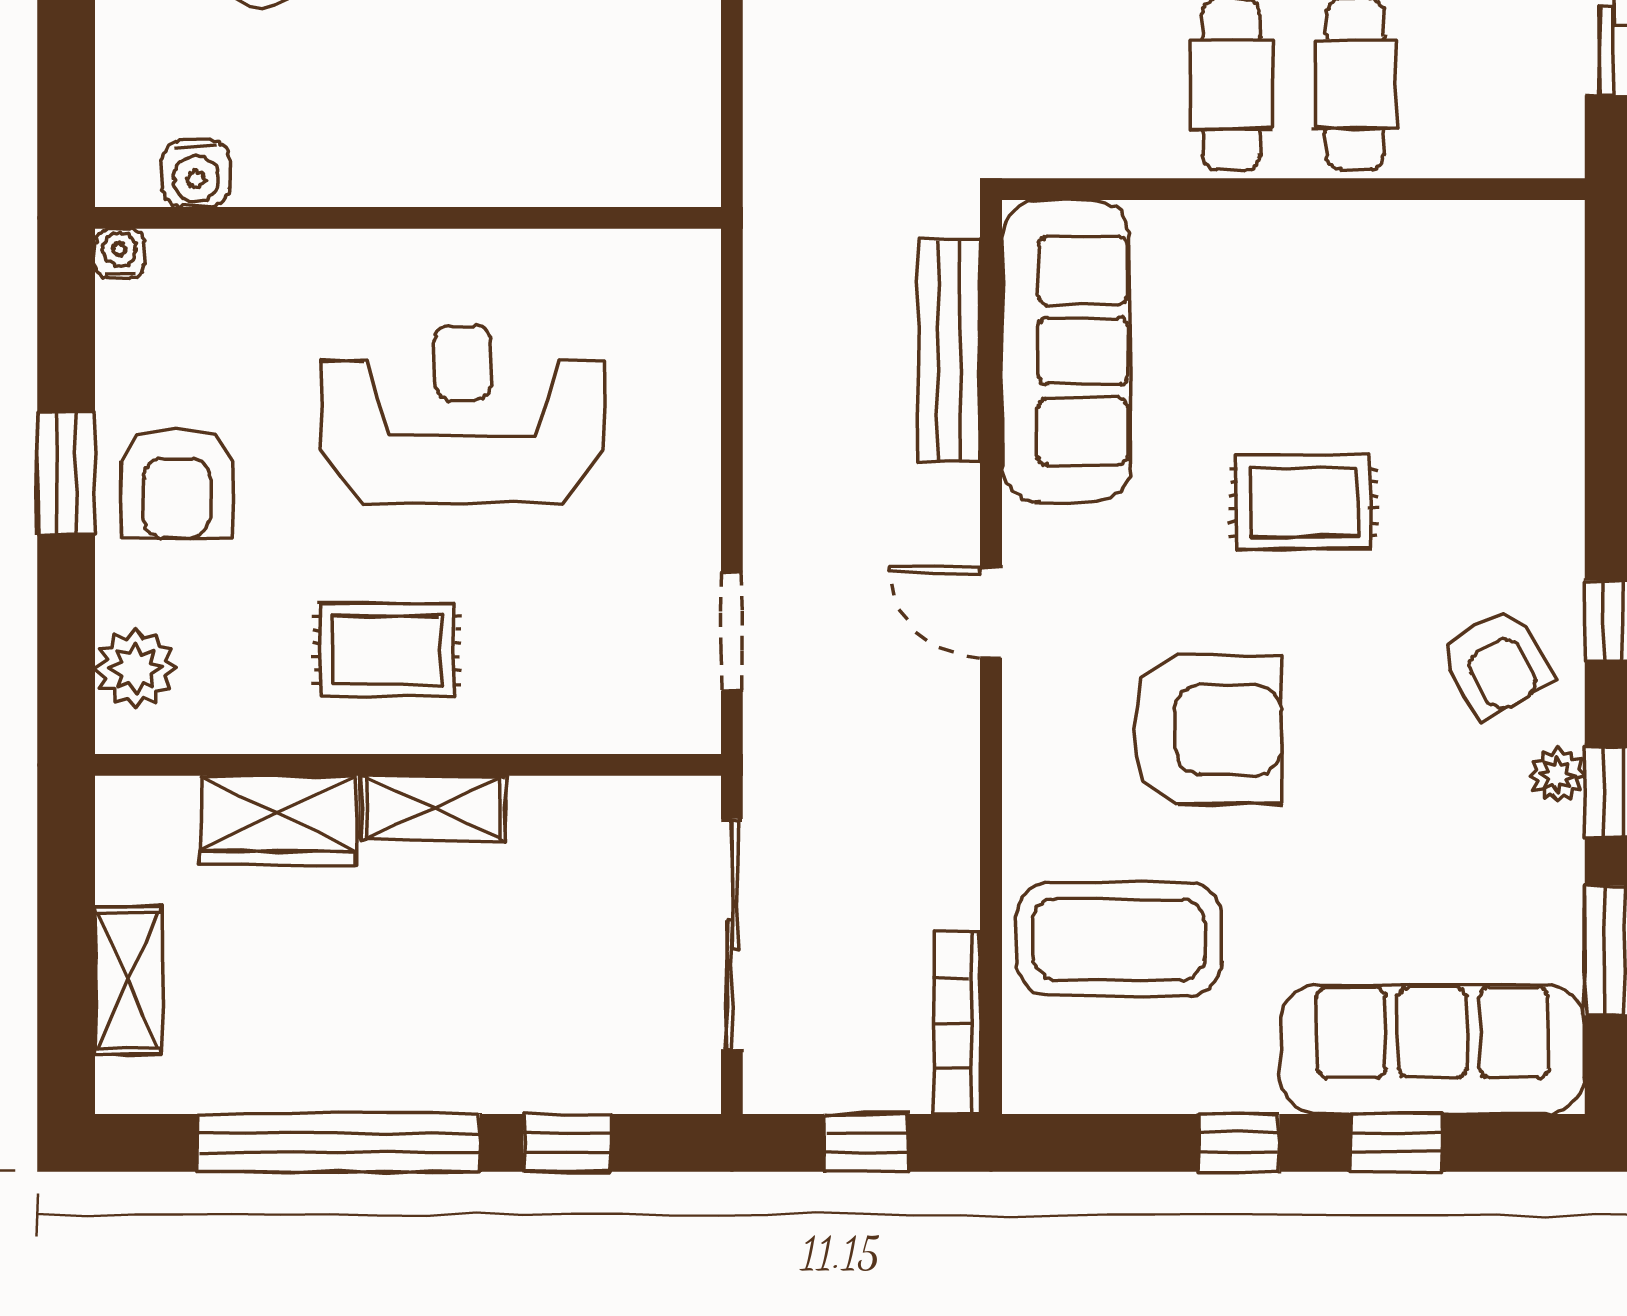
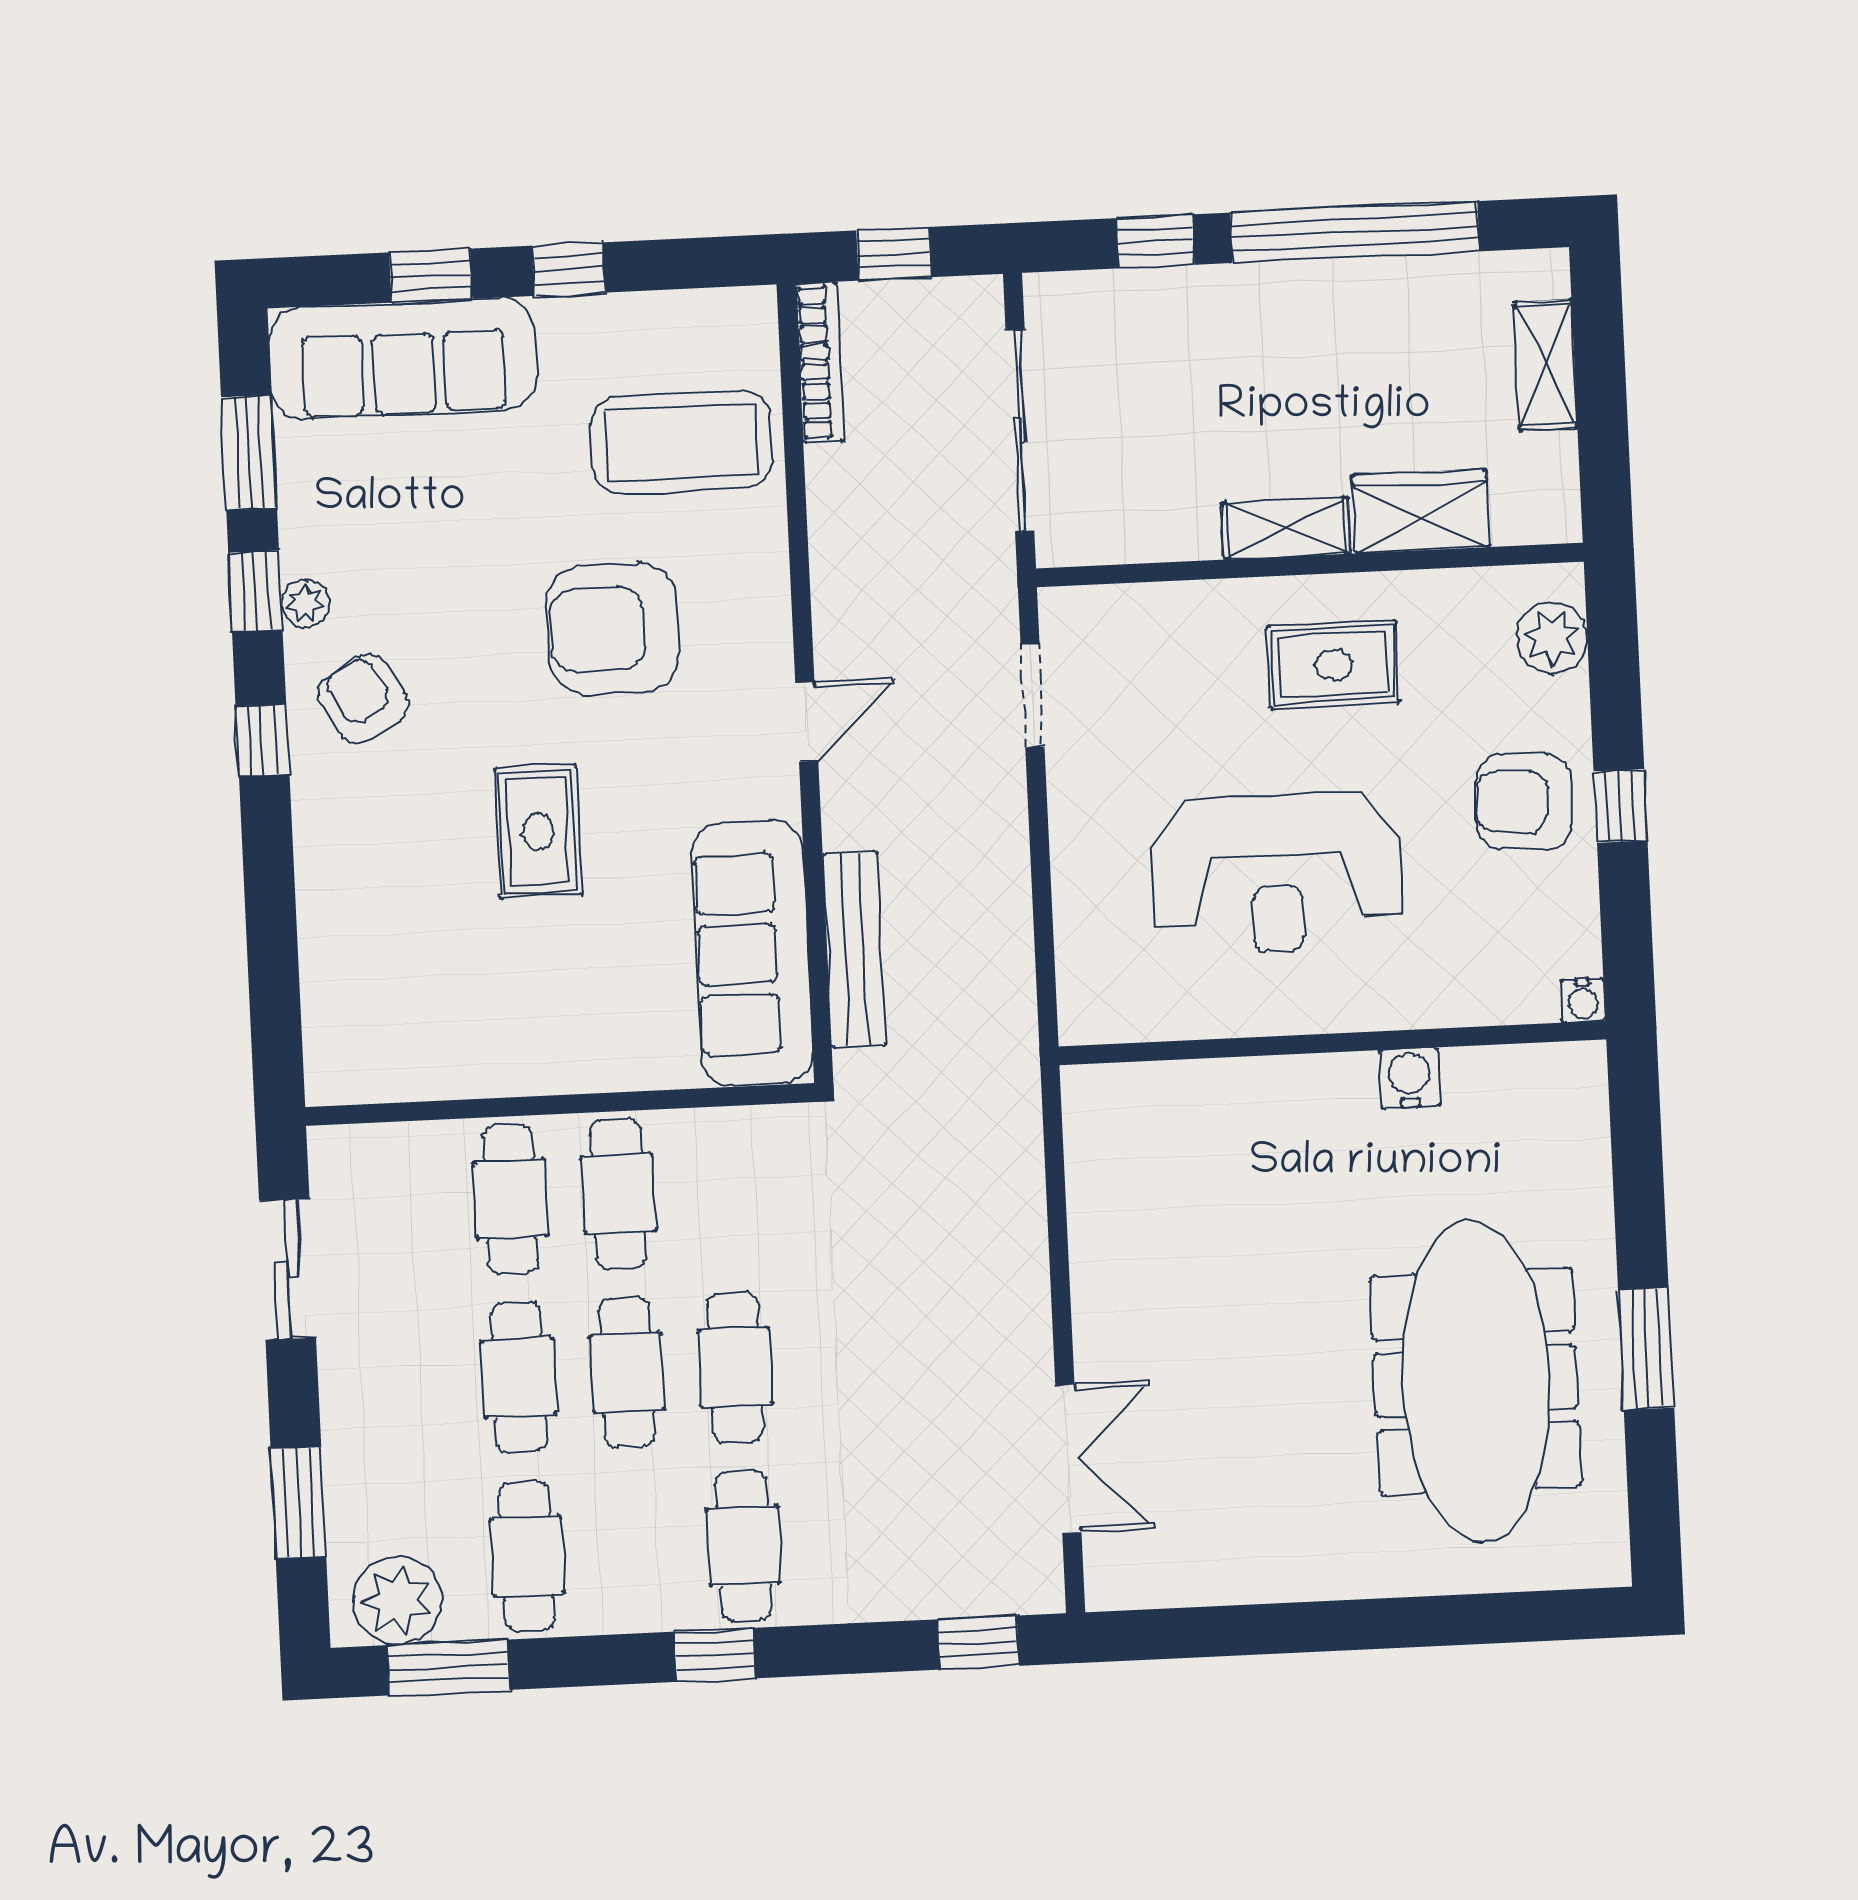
water cooler: (196, 174) -> (1409, 1078), moved
window: (66, 473) -> (1621, 806), width x0.67
armchair: (176, 483) -> (1524, 802), turned -86
rug: (1304, 502) -> (538, 832), turned 90
door: (991, 613) -> (807, 722), hinge flipped

